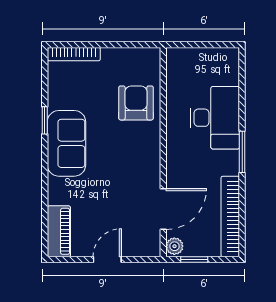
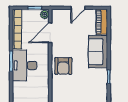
armchair: (136, 103) -> (63, 66), moved
desk: (215, 118) -> (25, 65), moved
sofa: (66, 143) -> (98, 52), moved

